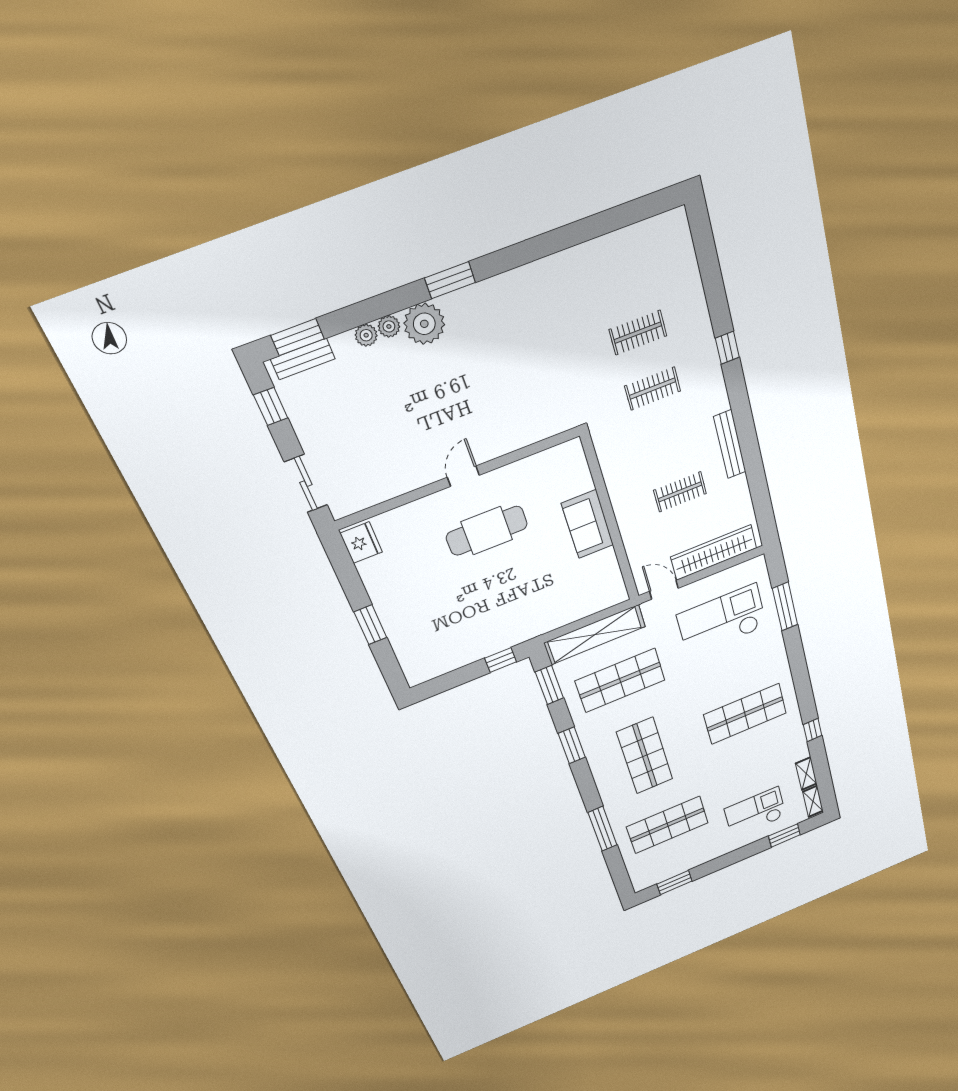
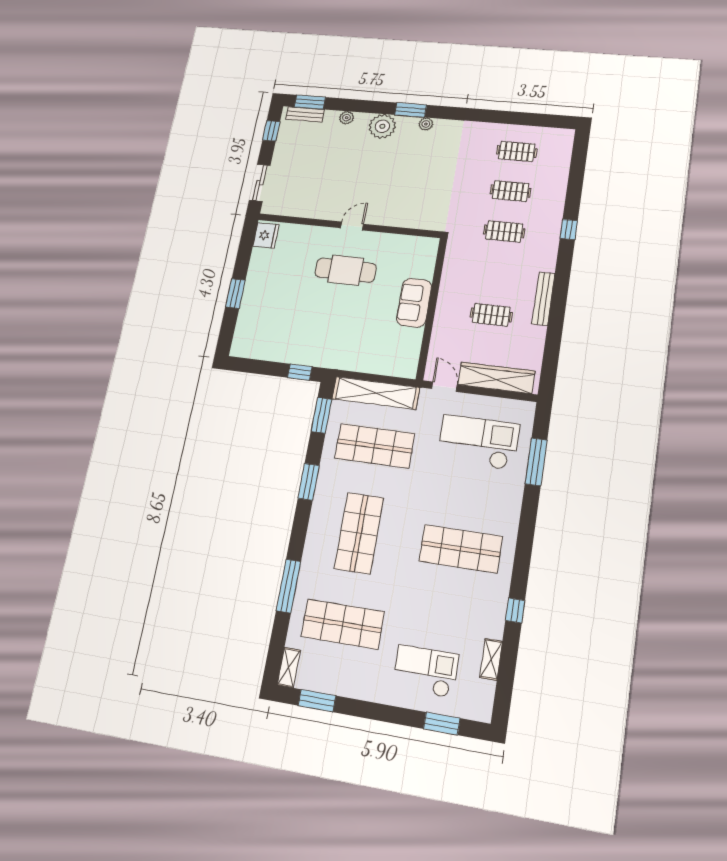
clothes rail: (622, 274) -> (517, 151), added
plant: (389, 326) -> (426, 124), moved
shelving: (813, 801) -> (289, 667), moved

